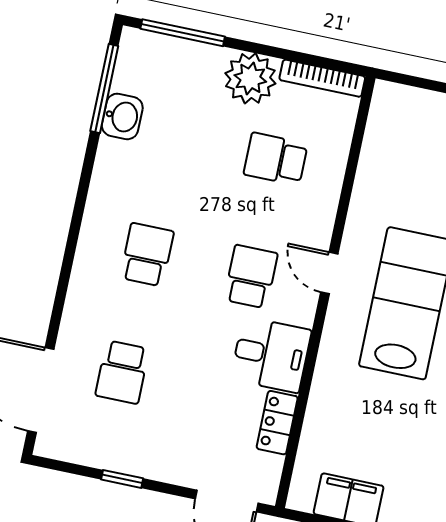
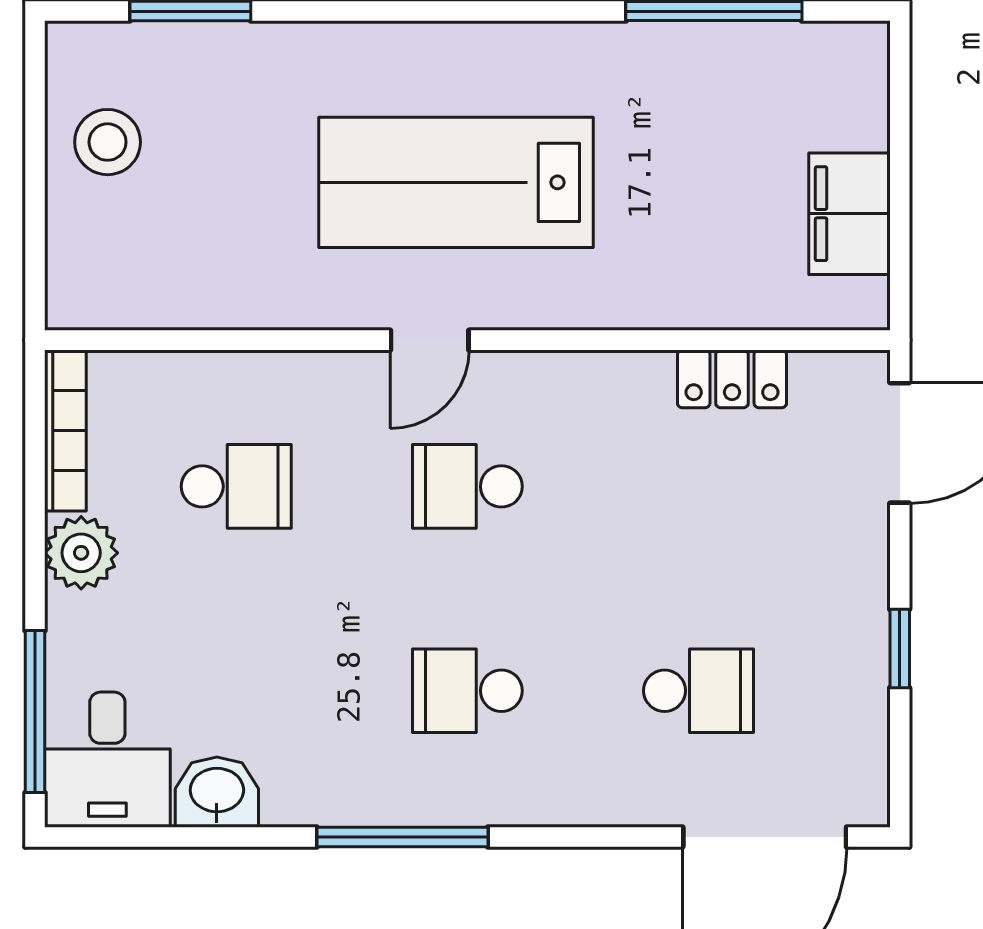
plant: (250, 78) -> (81, 553), width x0.73, depth x0.73
window: (104, 89) -> (402, 837), moved
school desk: (276, 159) -> (236, 486), turned -90
desk: (271, 355) -> (107, 760), moved, turned 180

